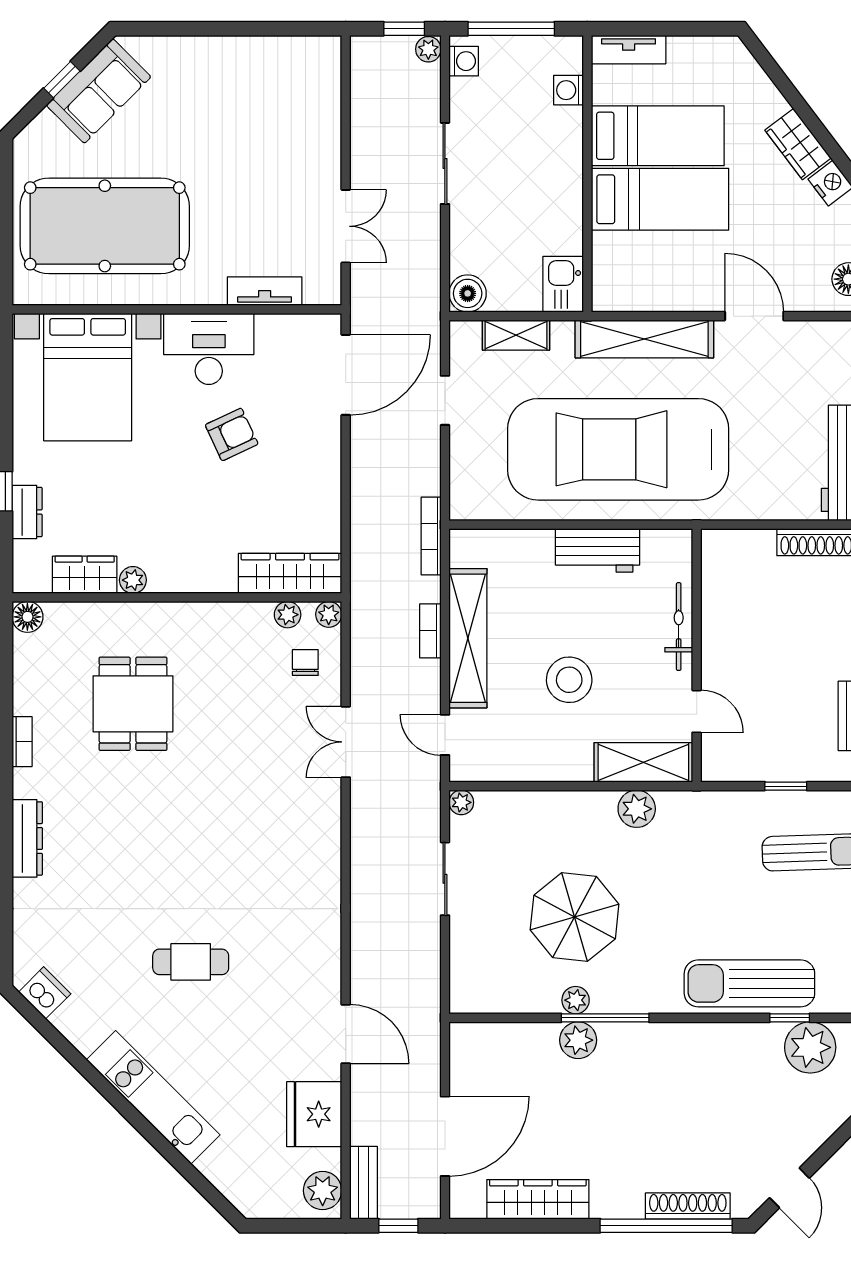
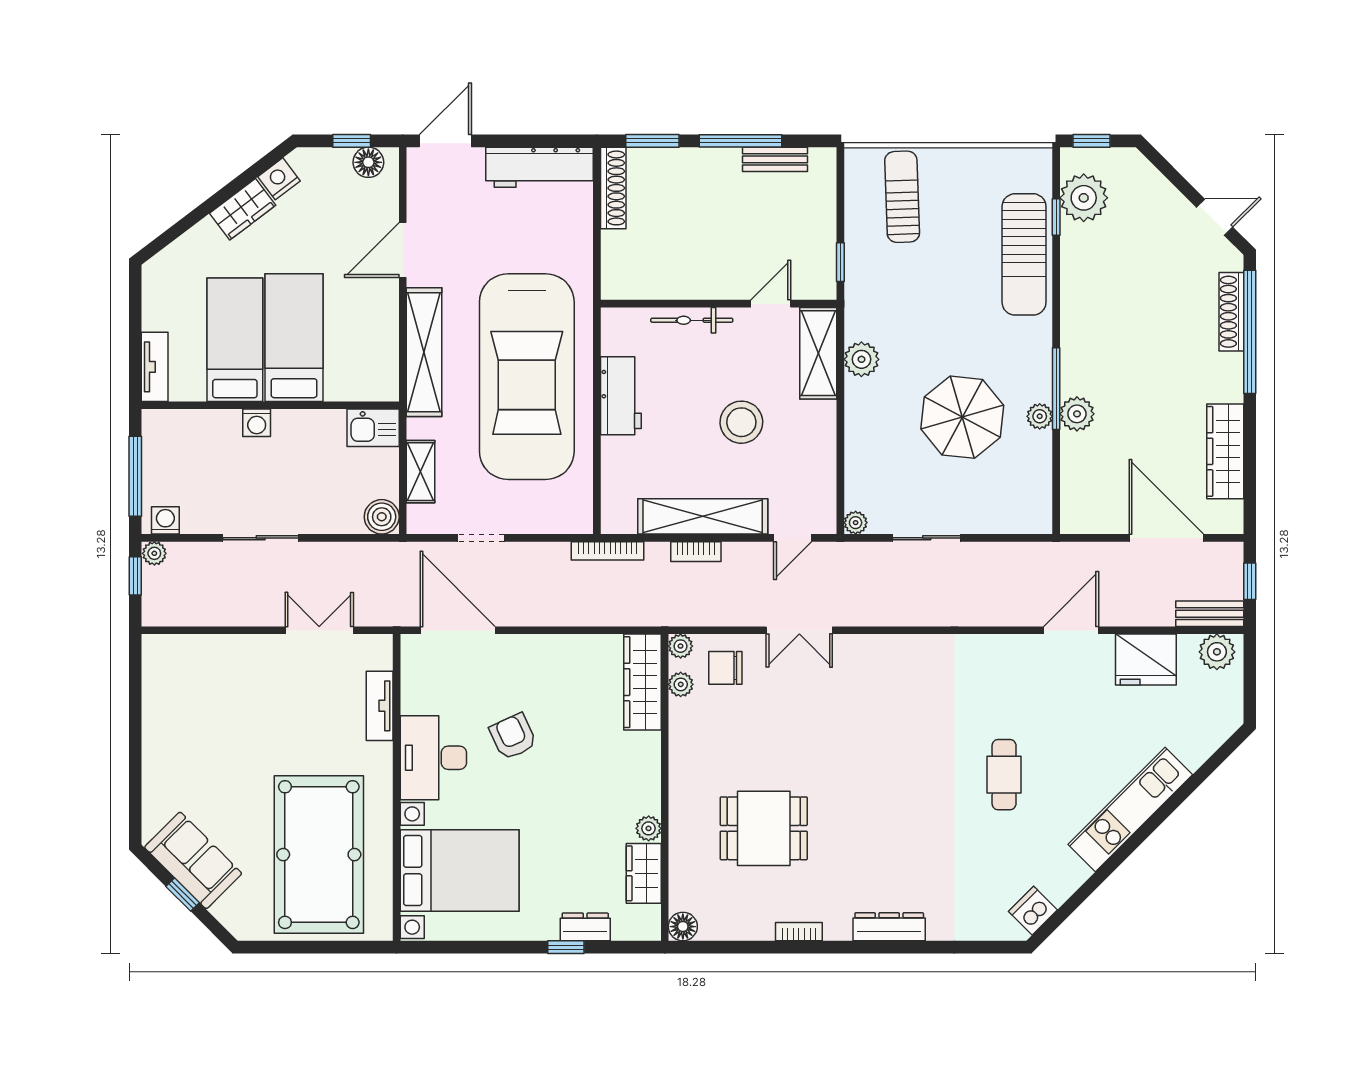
washing machine: (569, 90) -> (257, 423), moved
chair: (305, 663) -> (725, 668), width x1.37, depth x1.37
window: (786, 786) -> (840, 262), moved

